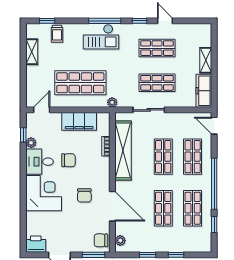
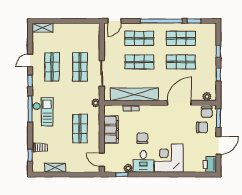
shelving: (206, 60) -> (43, 28), moved
shop shelf: (80, 83) -> (80, 129), width x0.70, depth x0.74
freezer: (204, 91) -> (86, 29), removed
chair: (84, 195) -> (202, 127), moved

